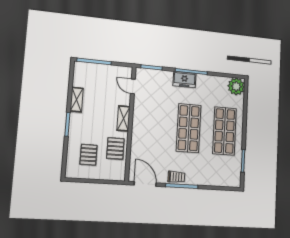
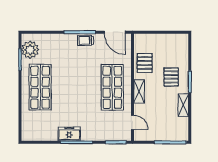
freezer: (184, 80) -> (69, 134), moved
plant: (236, 86) -> (30, 50), moved
shop shelf: (189, 128) -> (112, 87), moved
pallet: (89, 155) -> (171, 77), moved

